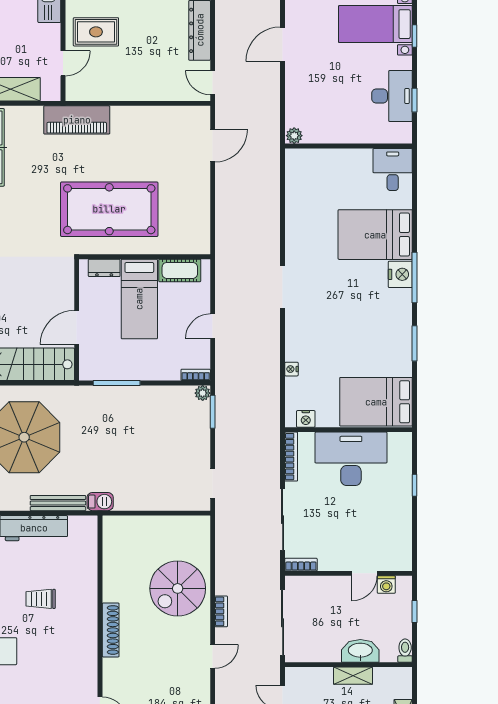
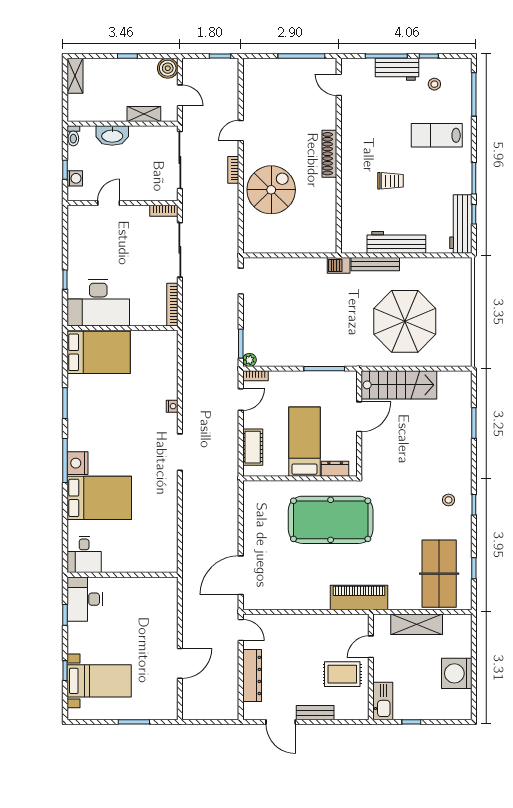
desk: (392, 96) -> (85, 599), moved
plant: (294, 136) -> (170, 584), removed
door: (213, 146) -> (241, 575), width x1.36
cot: (180, 270) -> (253, 447), moved, turned 90
door: (213, 326) -> (241, 400), moved
nightstand: (291, 369) -> (172, 406), moved
nightstand: (306, 419) -> (160, 337), removed
desk: (351, 459) -> (98, 303), moved
washing machine: (386, 585) -> (75, 178), moved, turned 90
shelving: (353, 676) -> (144, 114), moved

